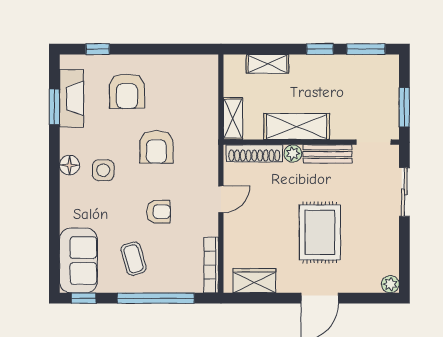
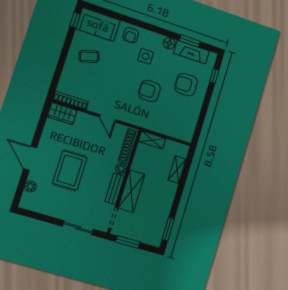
window: (320, 49) -> (176, 202), removed
shelving: (297, 127) -> (131, 191), moved
floor lamp: (70, 165) -> (169, 43), moved
armchair: (158, 212) -> (131, 35), moved
rug: (320, 232) -> (70, 170), turned 90
wardrobe: (254, 281) -> (62, 114), moved, turned 90
plant: (390, 284) -> (30, 187), moved
window: (156, 298) -> (61, 62), removed

